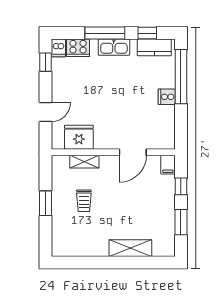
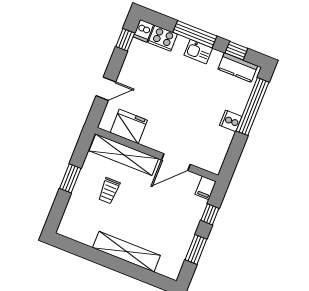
kitchen sink: (114, 47) -> (198, 52), width x0.73
shelving: (84, 162) -> (124, 155), width x2.20, depth x1.33
shelving: (130, 248) -> (126, 252), width x1.47

